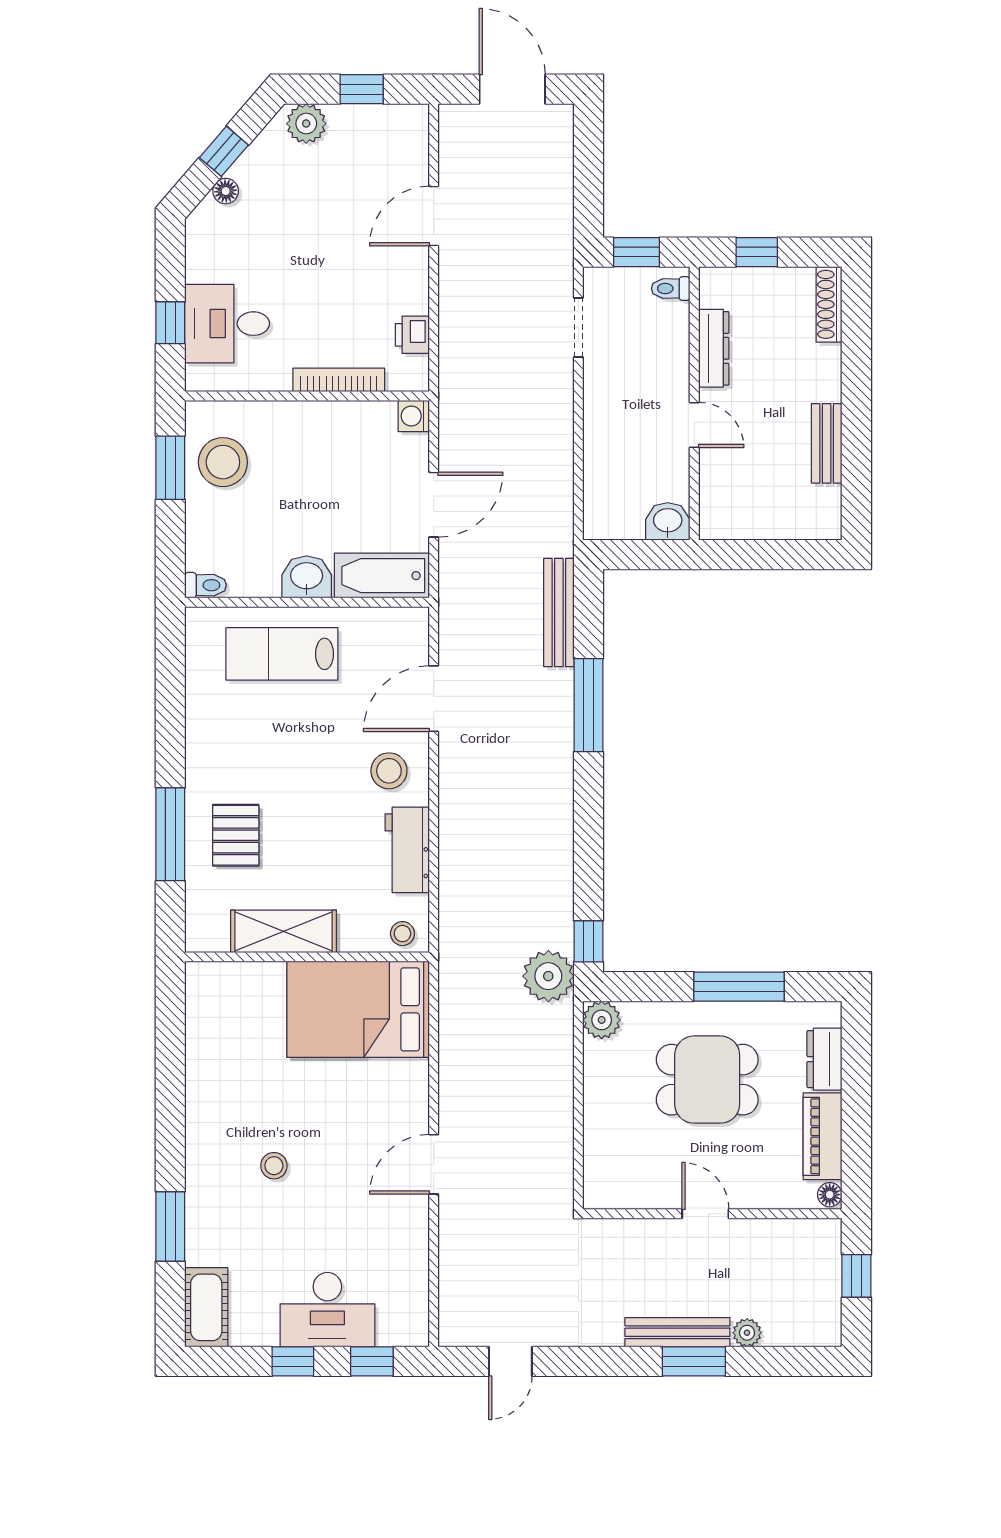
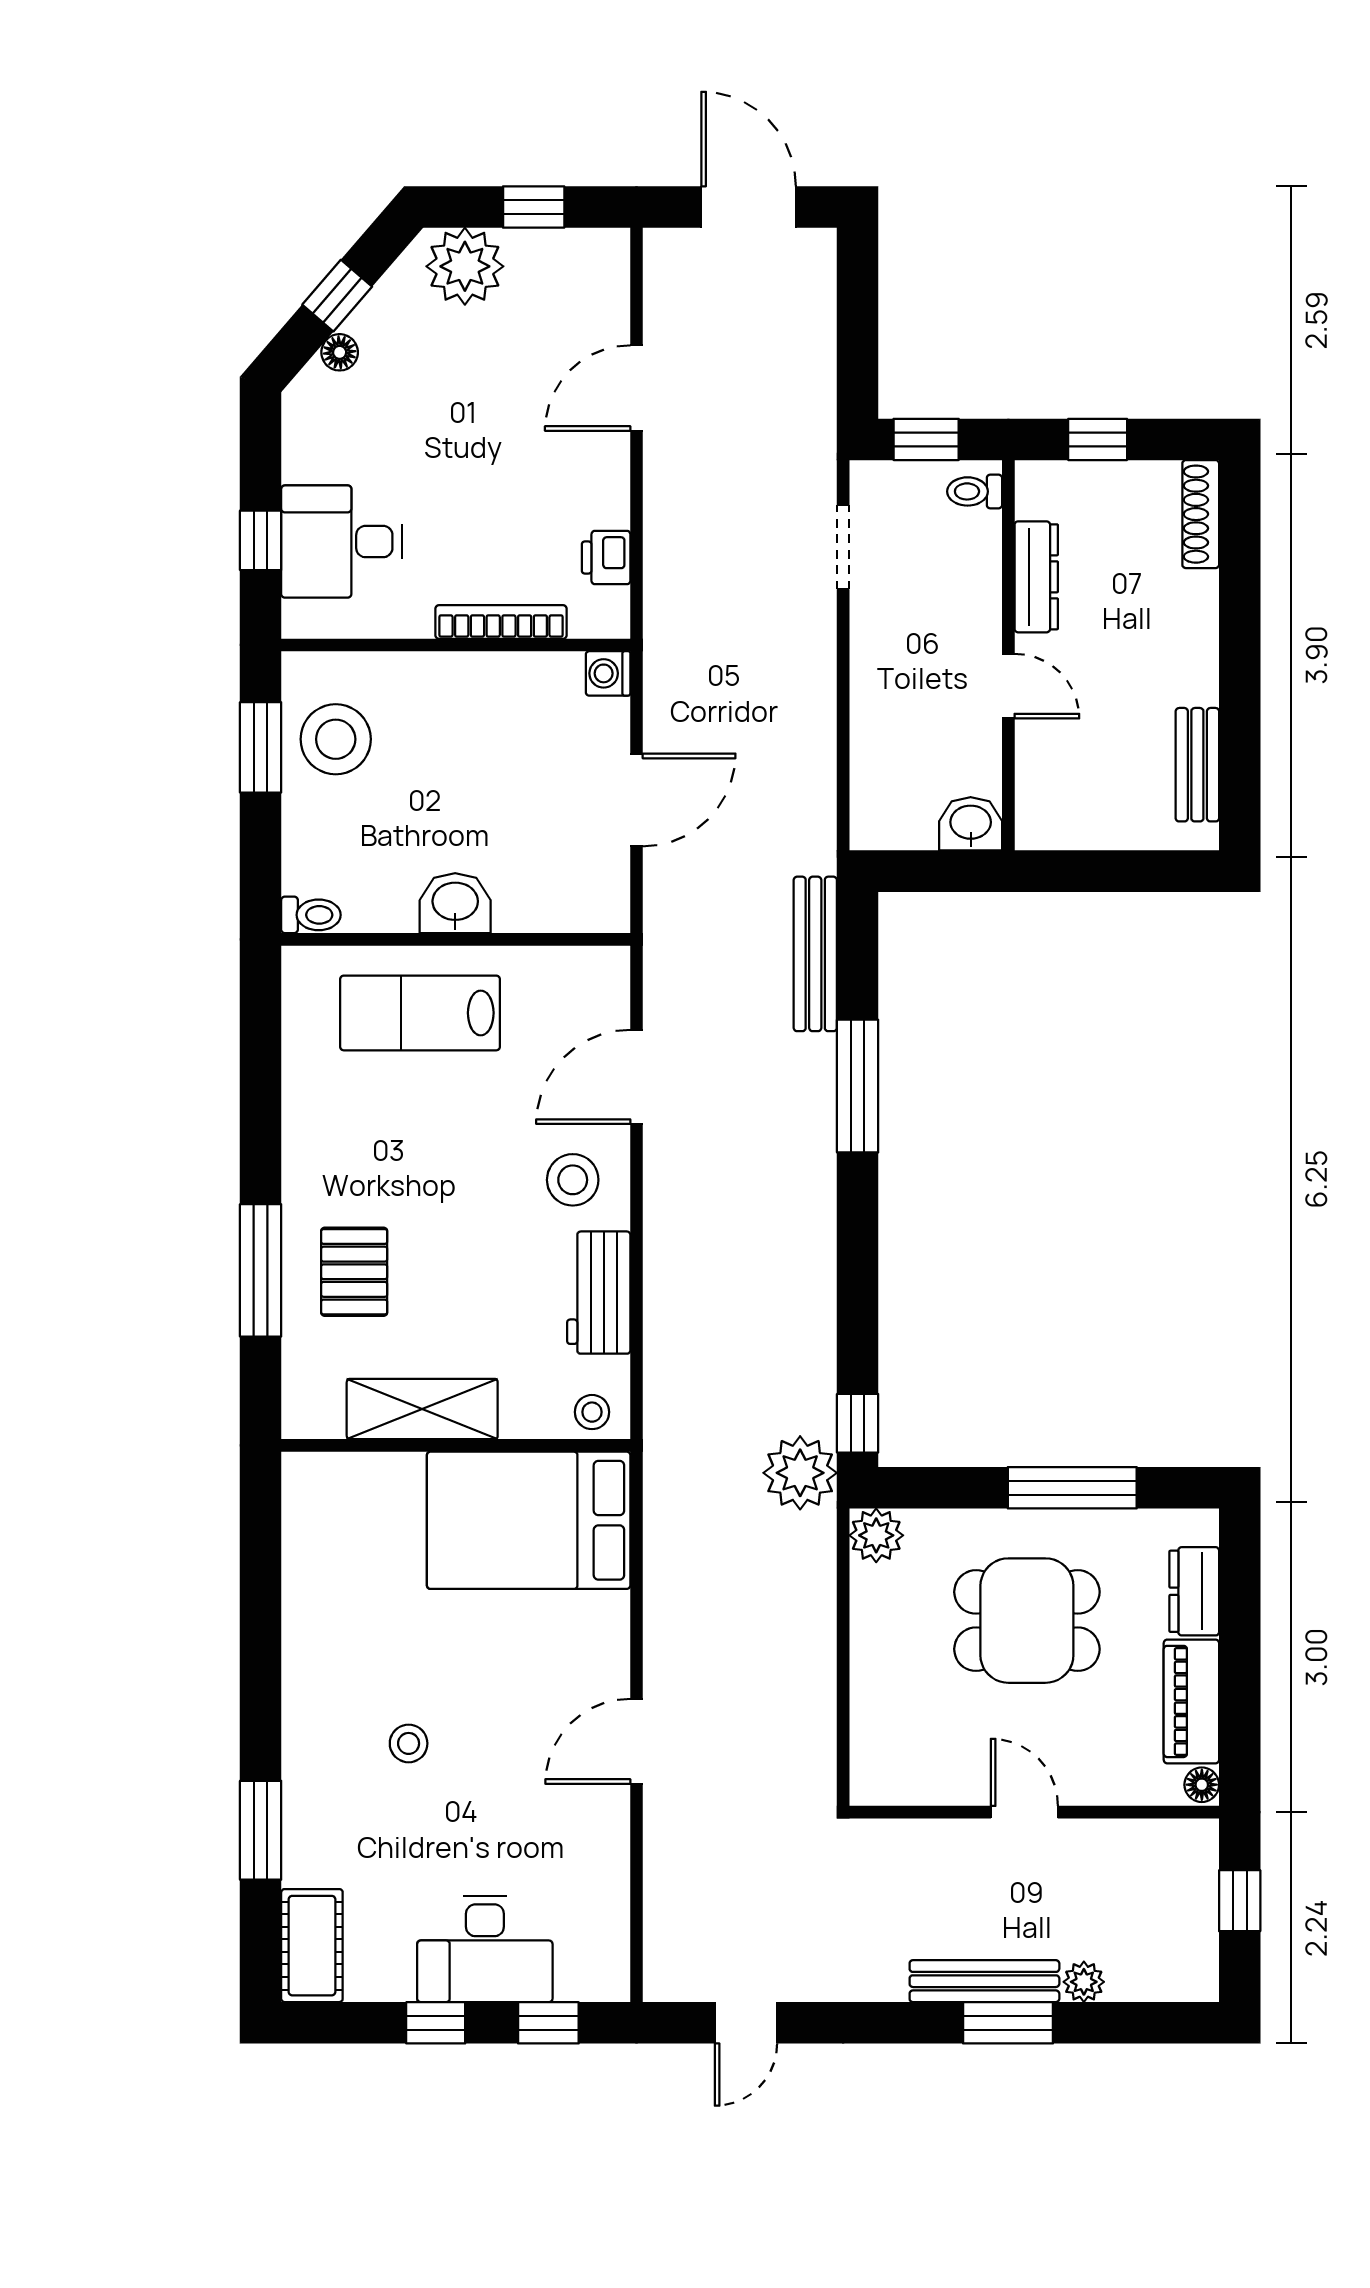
plant: (306, 124) -> (465, 266), width x1.36, depth x1.36
bench: (827, 443) -> (1197, 765), moved
bathtub: (382, 576) -> (563, 901), removed

